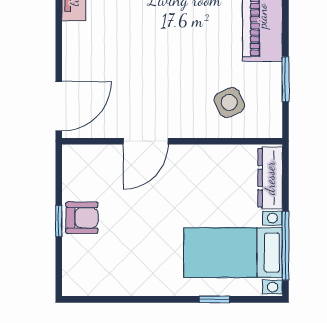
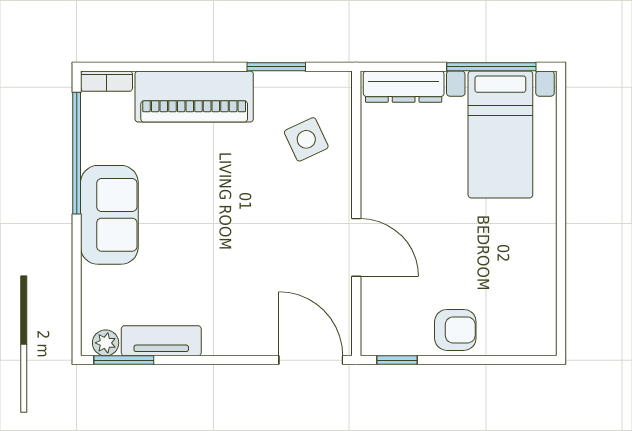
armchair: (82, 218) -> (455, 330), turned 90
window: (59, 221) -> (397, 360), moved
window: (214, 299) -> (561, 159), removed

